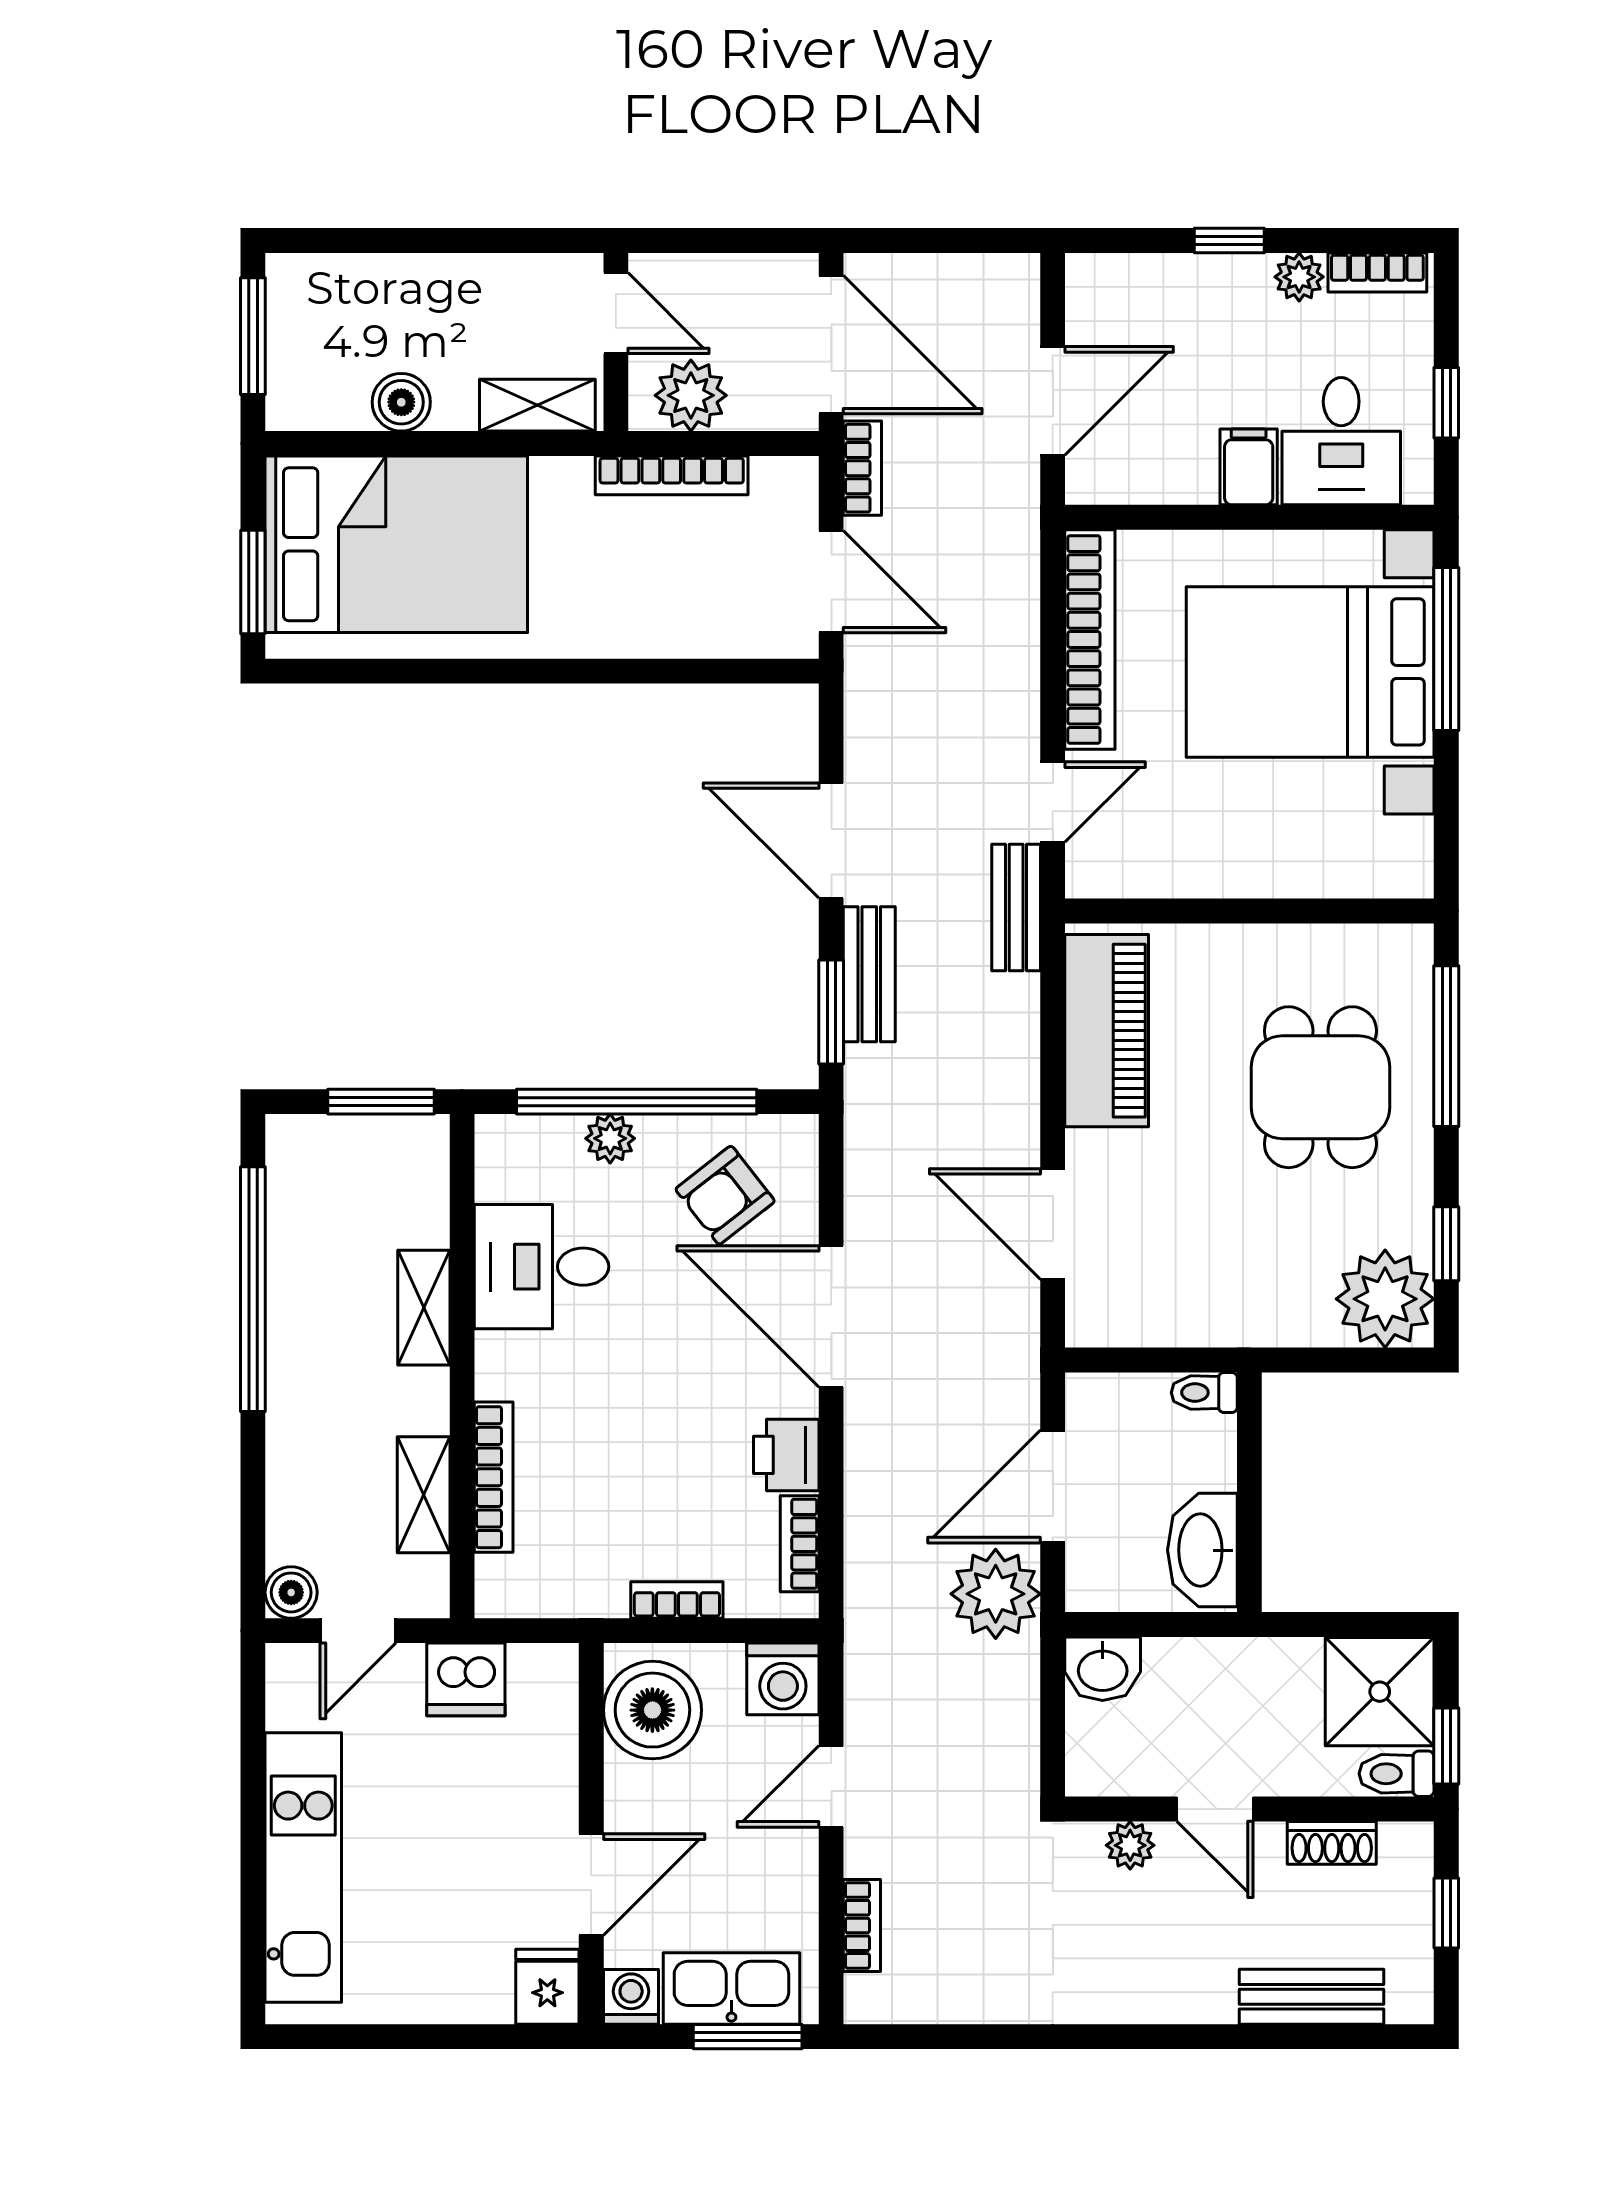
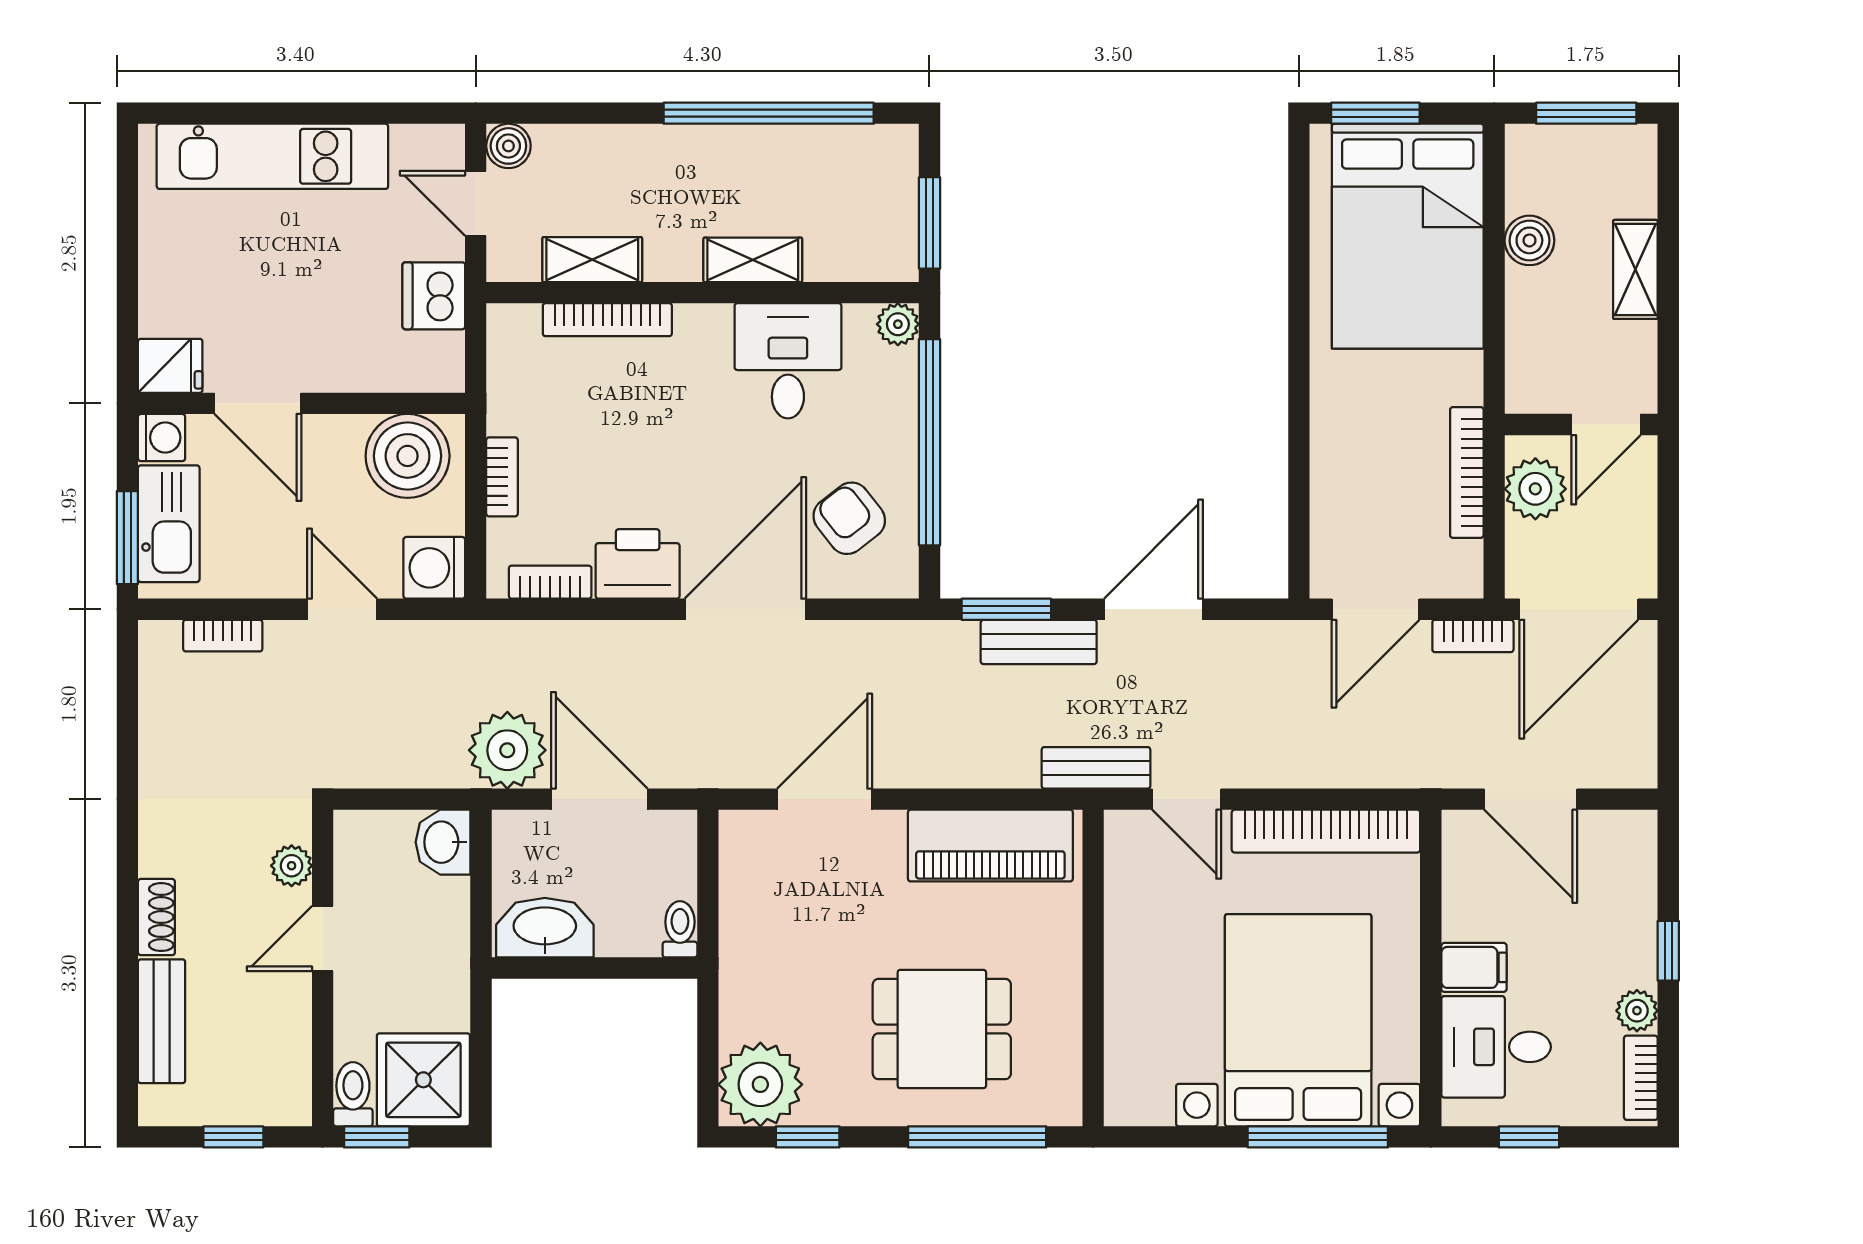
shelving: (537, 405) -> (1635, 269), moved
plant: (610, 1138) -> (898, 324), moved
printer: (786, 1455) -> (638, 564), width x1.36, depth x1.24
shoe rack: (1332, 1843) -> (156, 917), moved, turned 180

